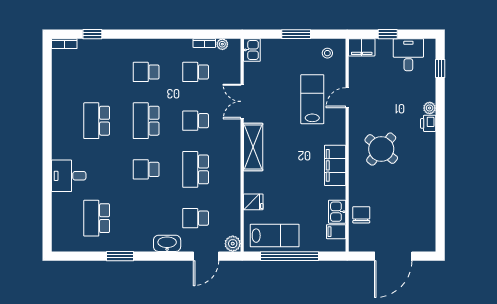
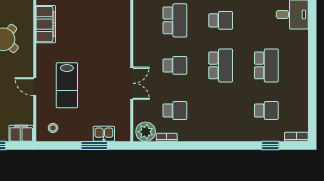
window: (296, 34) -> (94, 146), moved
plant: (222, 44) -> (146, 132), width x1.87, depth x1.87
kitchen sink: (252, 50) -> (104, 134), moved, turned 90
school desk: (146, 72) -> (266, 111), moved
door: (347, 98) -> (35, 87), swing flipped
shelving: (253, 147) -> (122, 41), removed

